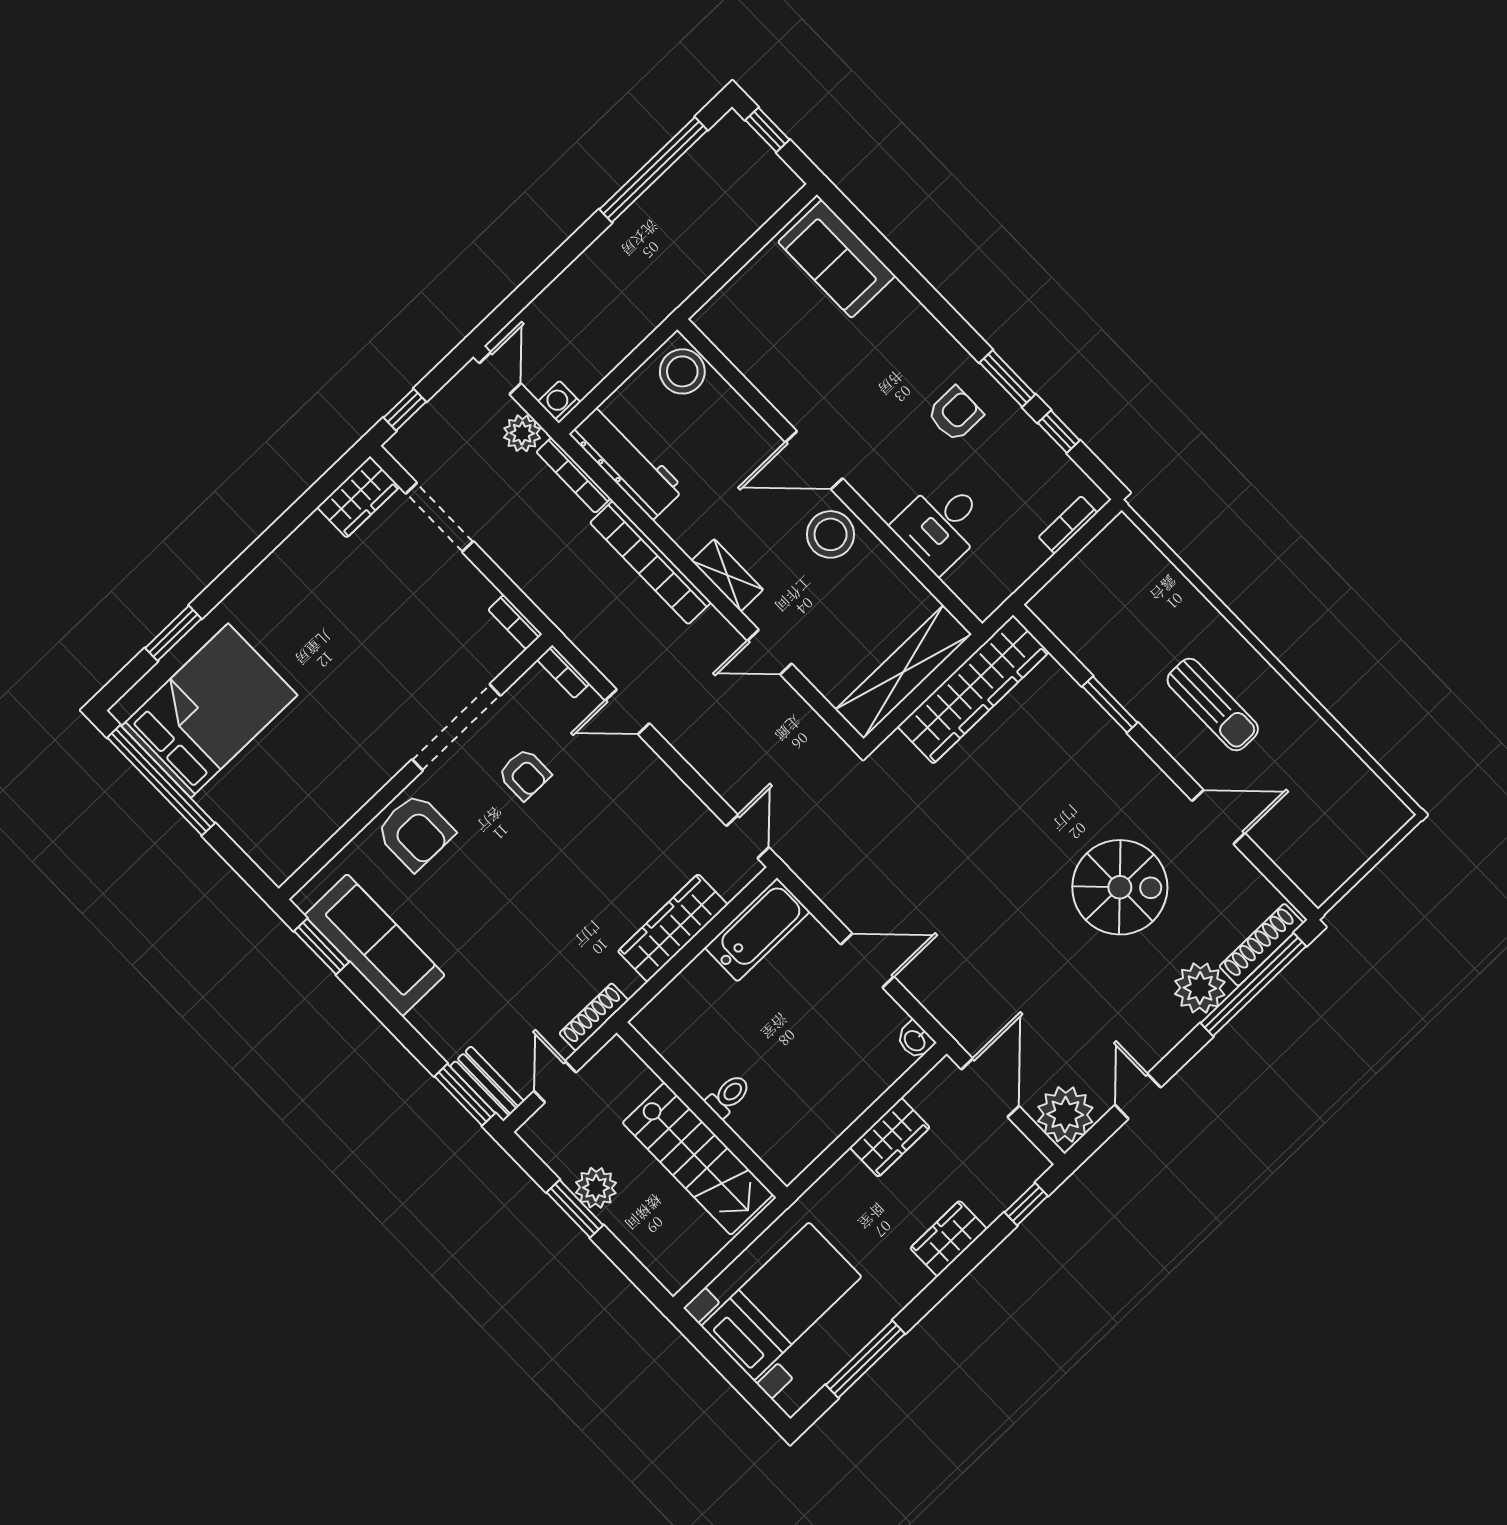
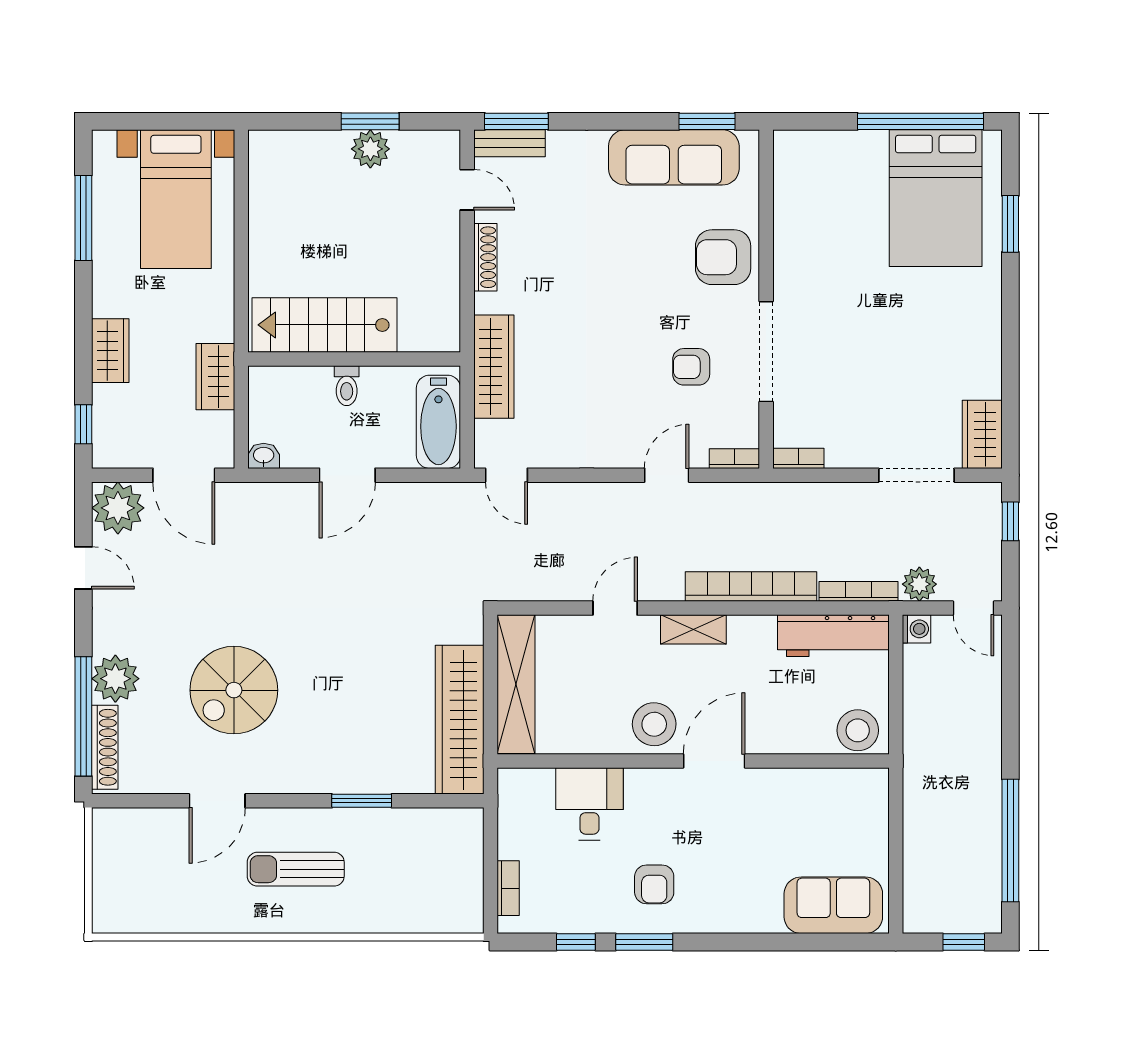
toilet: (728, 1096) -> (347, 386), moved
wall: (702, 1110) -> (354, 359), moved
stairs: (698, 1159) -> (324, 325), moved

